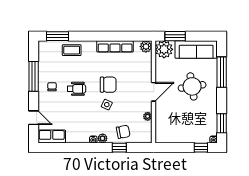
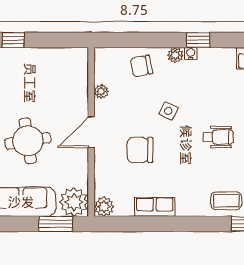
row of seats: (115, 46) -> (155, 207), width x0.68
chair: (108, 85) -> (140, 150), moved
wheelchair: (76, 89) -> (218, 137), turned 180
window: (119, 148) -> (198, 40), moved

